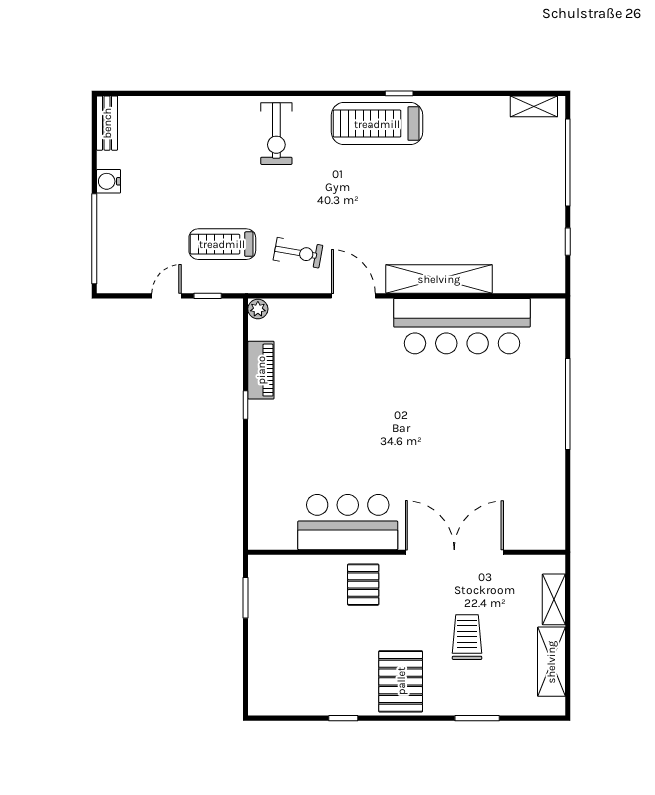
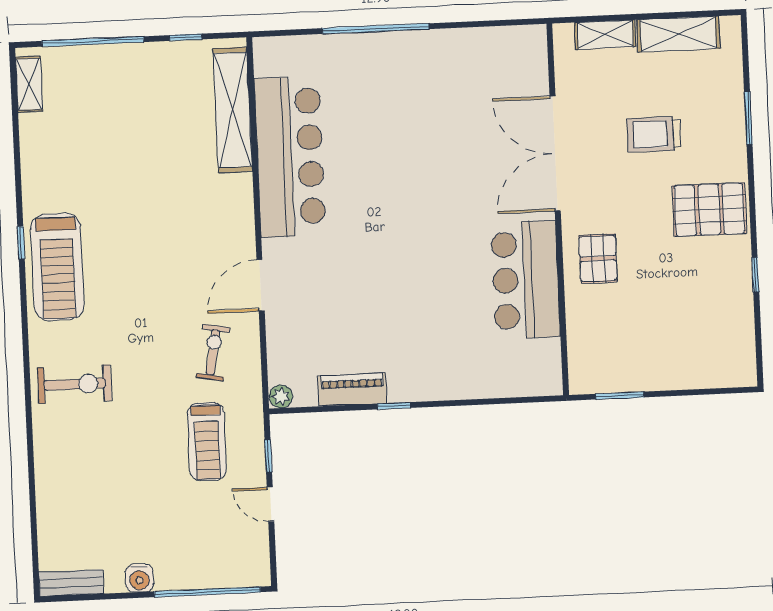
shelving: (439, 279) -> (233, 110), moved
pallet: (363, 585) -> (598, 258), turned 90

